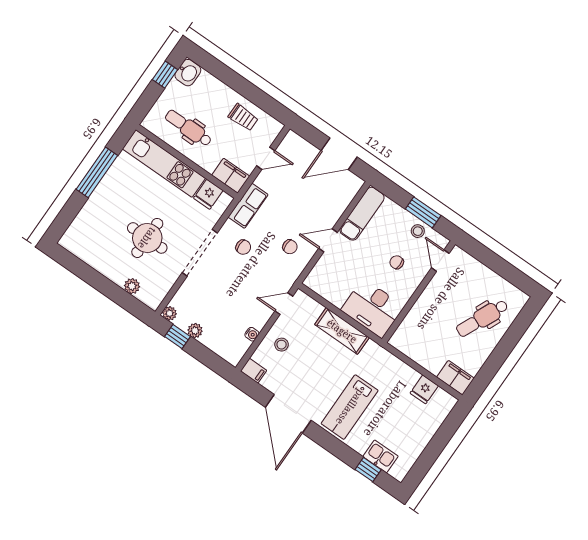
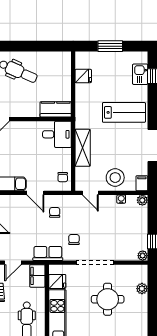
door: (266, 158) -> (13, 263), swing flipped
chair: (397, 262) -> (63, 177), moved
desk: (372, 308) -> (57, 134), width x0.73
plant: (195, 331) -> (142, 200), moved
kitchen counter: (408, 331) -> (56, 109), added
stool: (282, 345) -> (115, 178), width x1.89, depth x1.89
filing cabinet: (455, 378) -> (64, 63), removed
window: (437, 445) -> (110, 46), added

